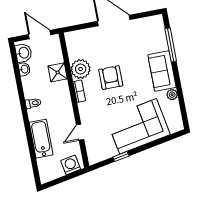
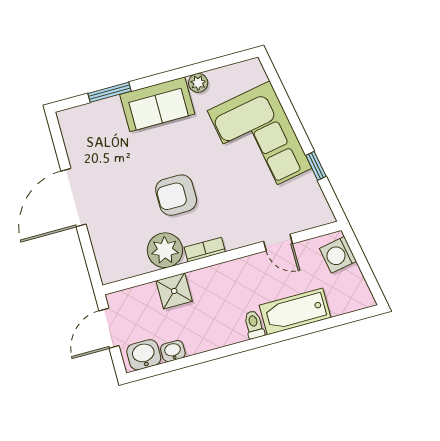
window: (171, 45) -> (109, 92), width x0.69
toilet: (33, 103) -> (254, 325), moved

